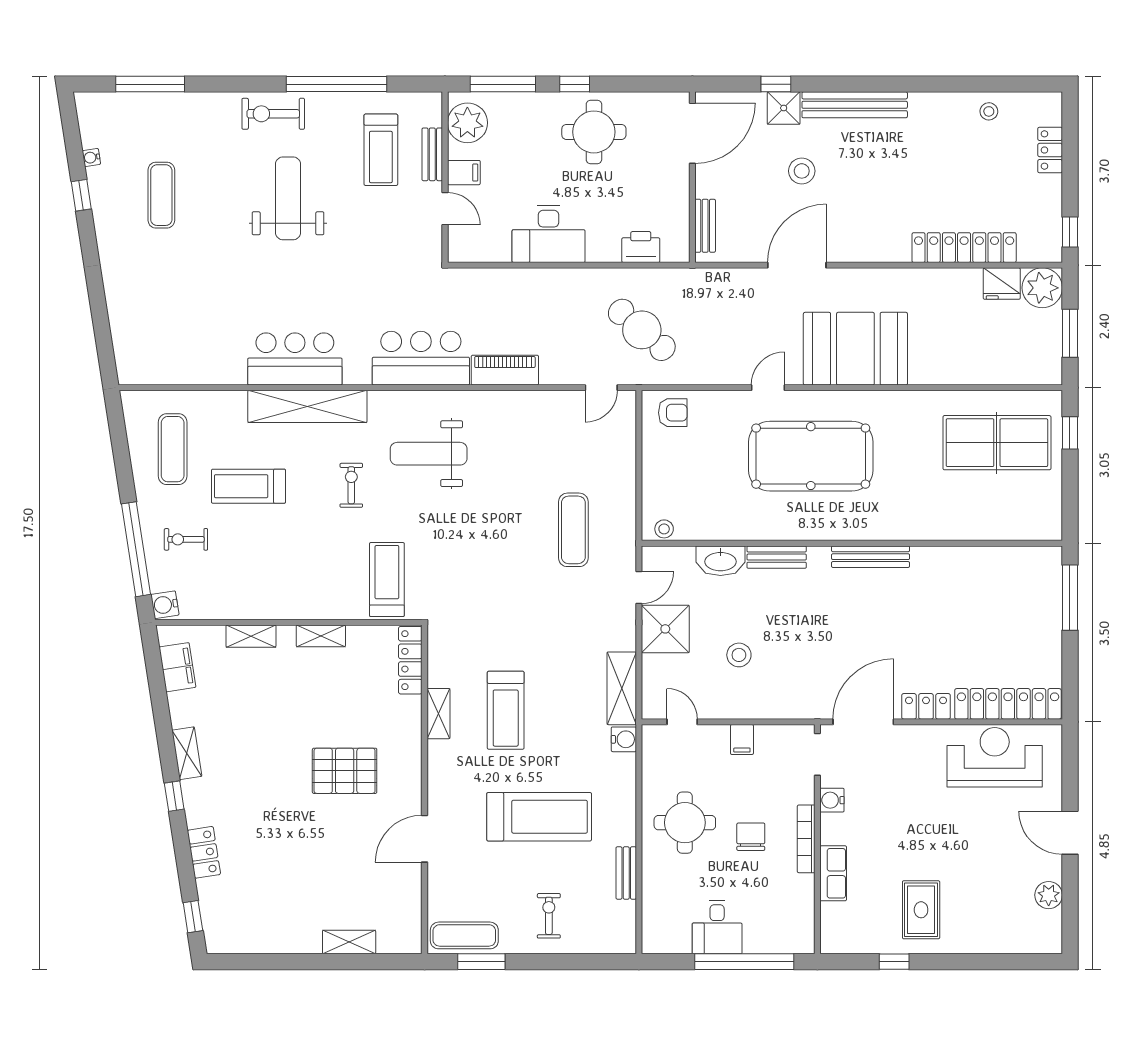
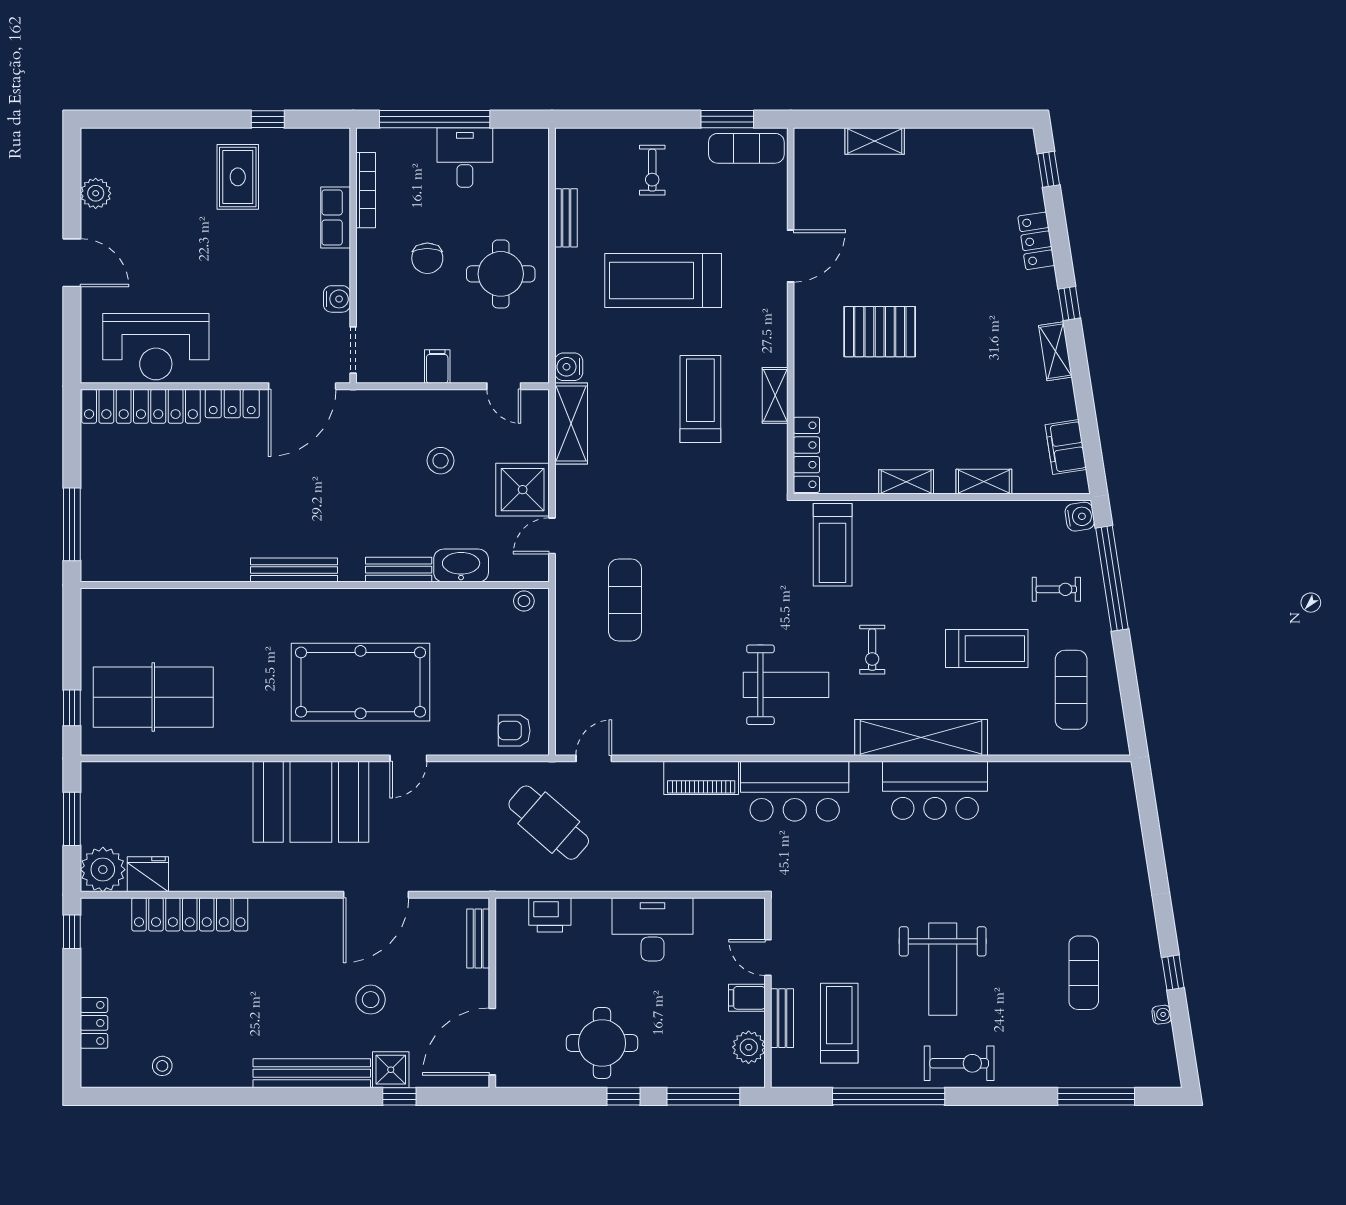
plant: (467, 123) -> (749, 1047), width x0.73, depth x0.73
bookcase: (806, 839) -> (366, 190), moved

